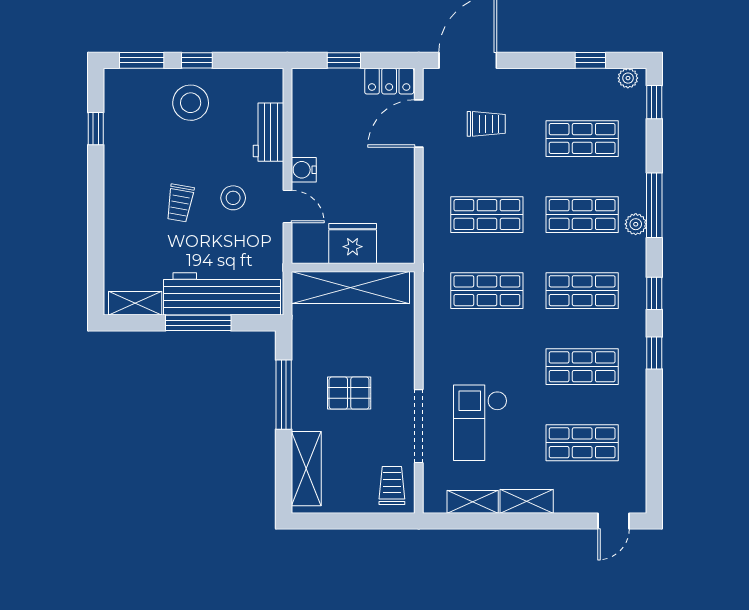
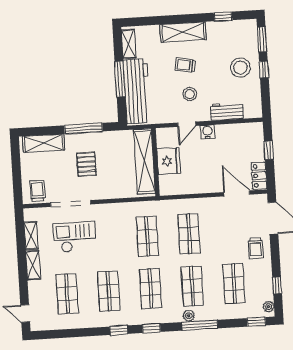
trolley: (486, 124) -> (256, 248), moved
shelving: (120, 203) -> (183, 32), added
trolley: (392, 485) -> (37, 191), turned -90

